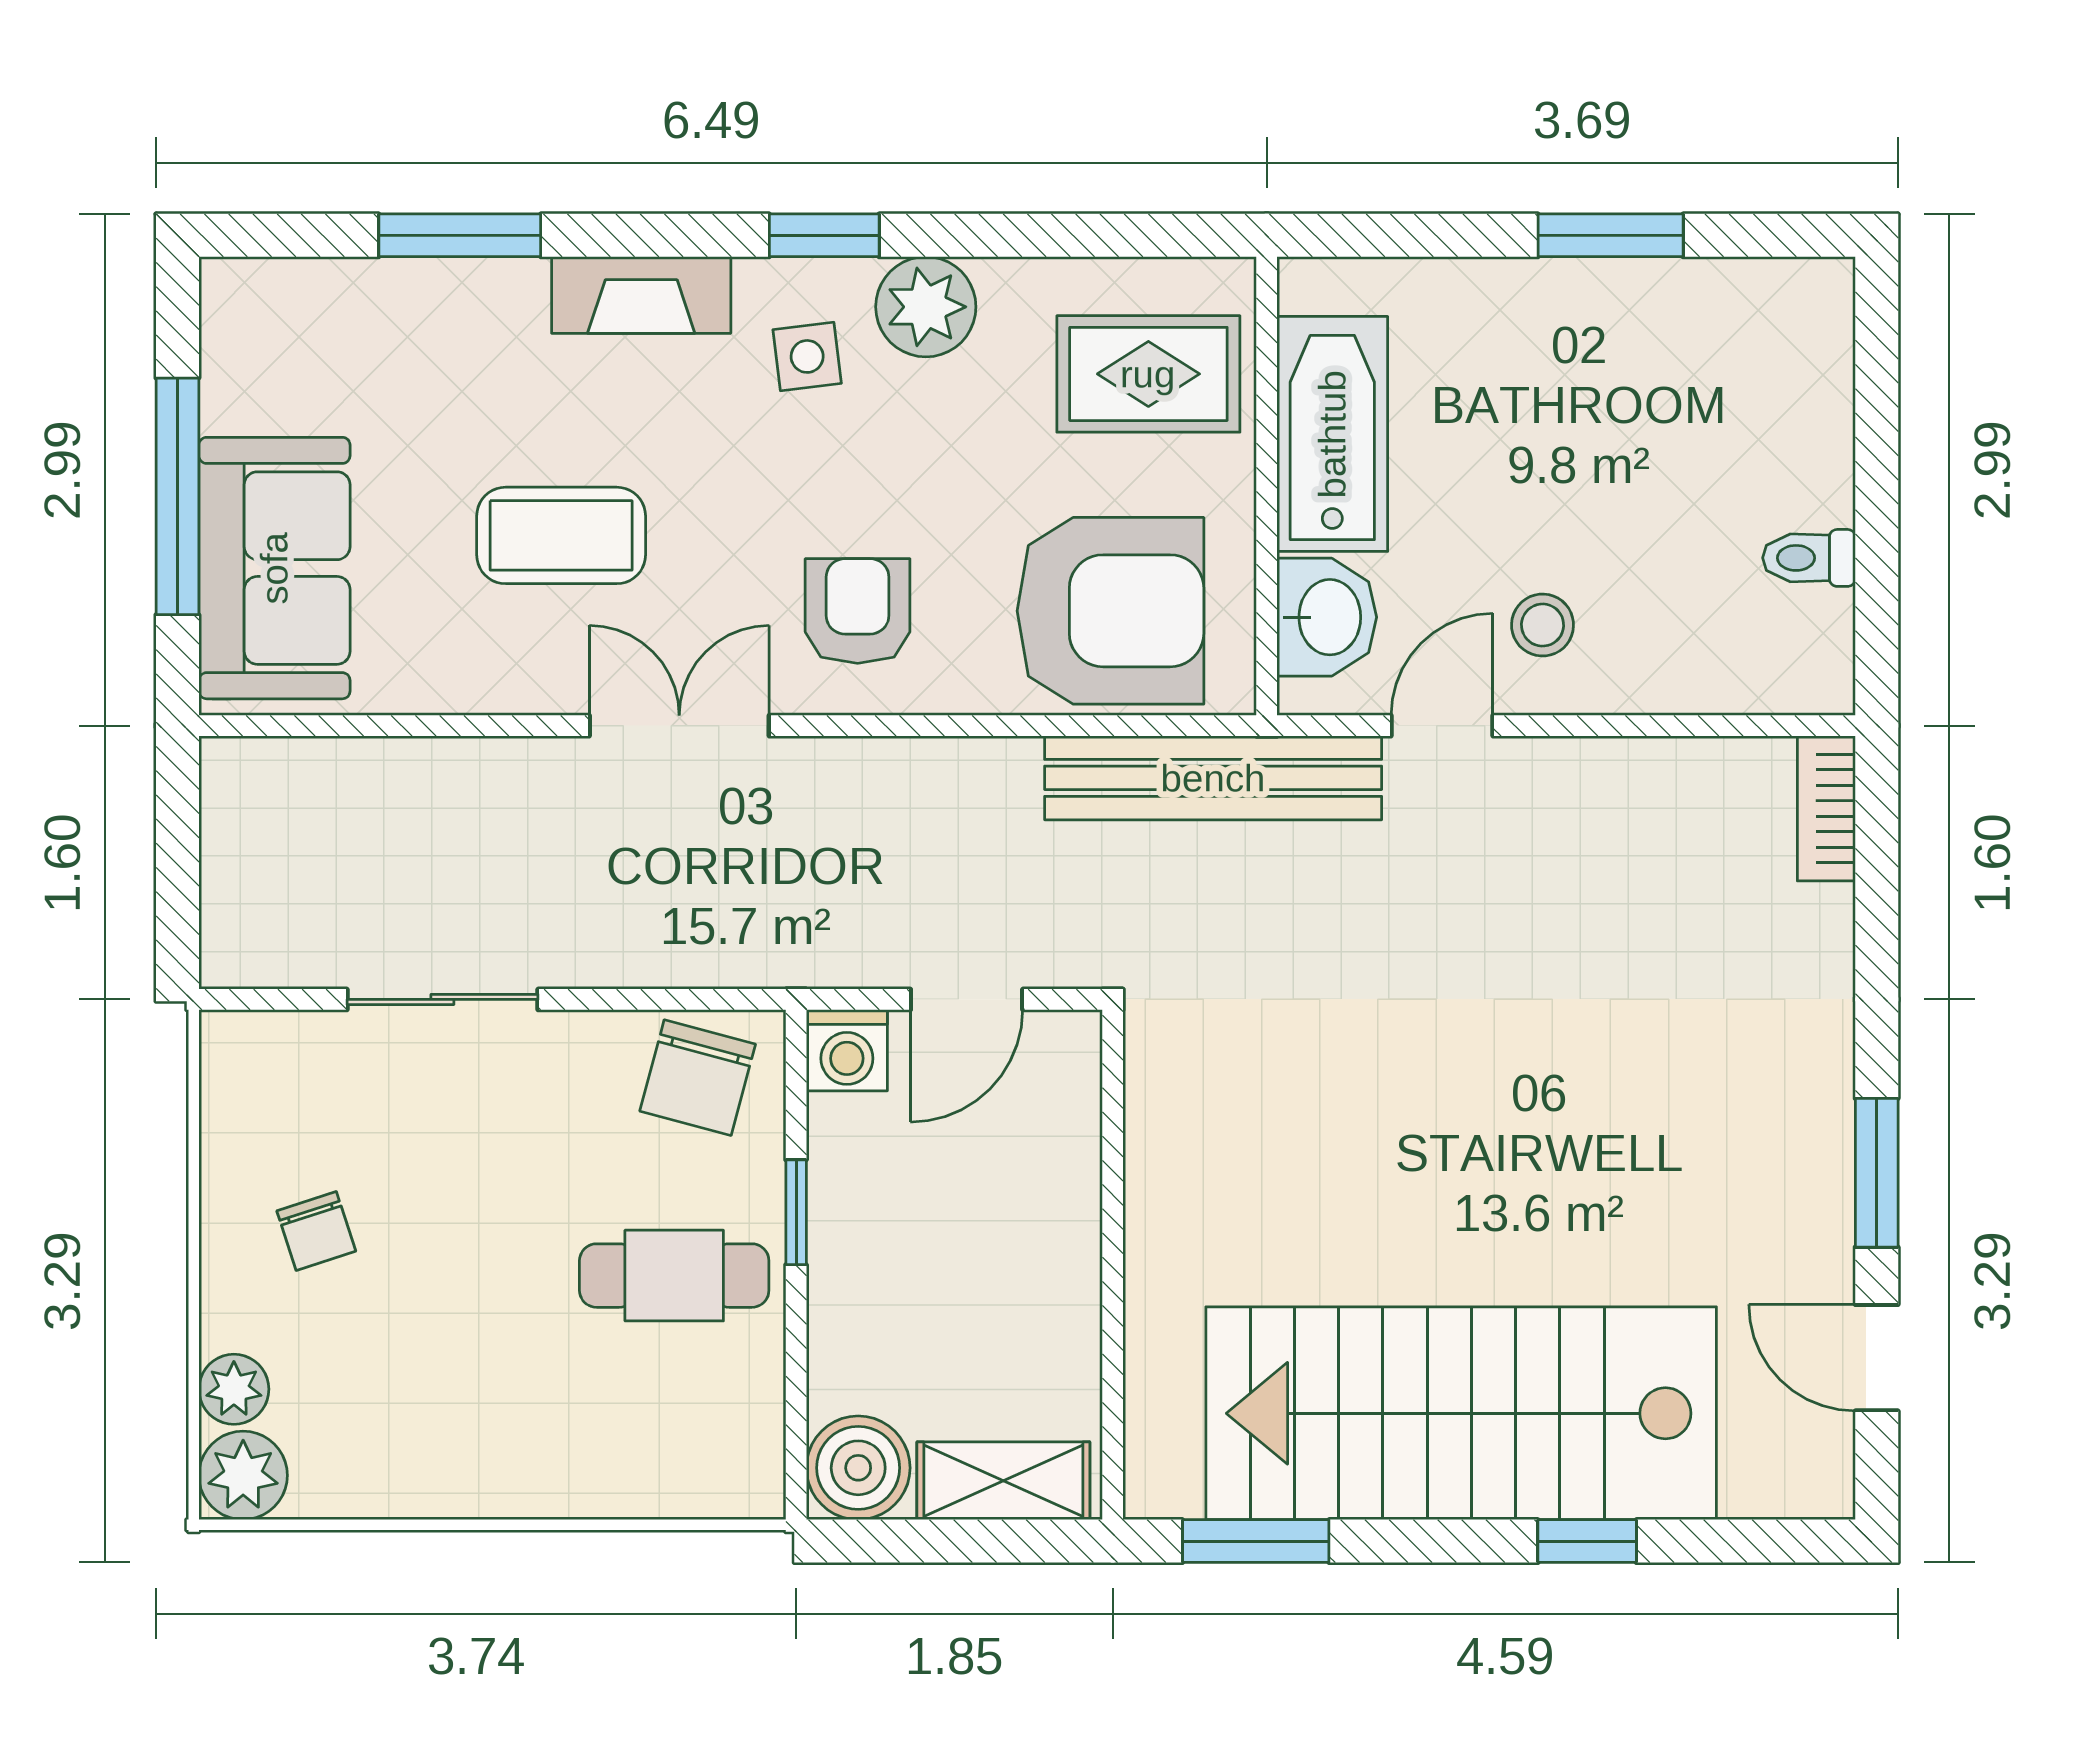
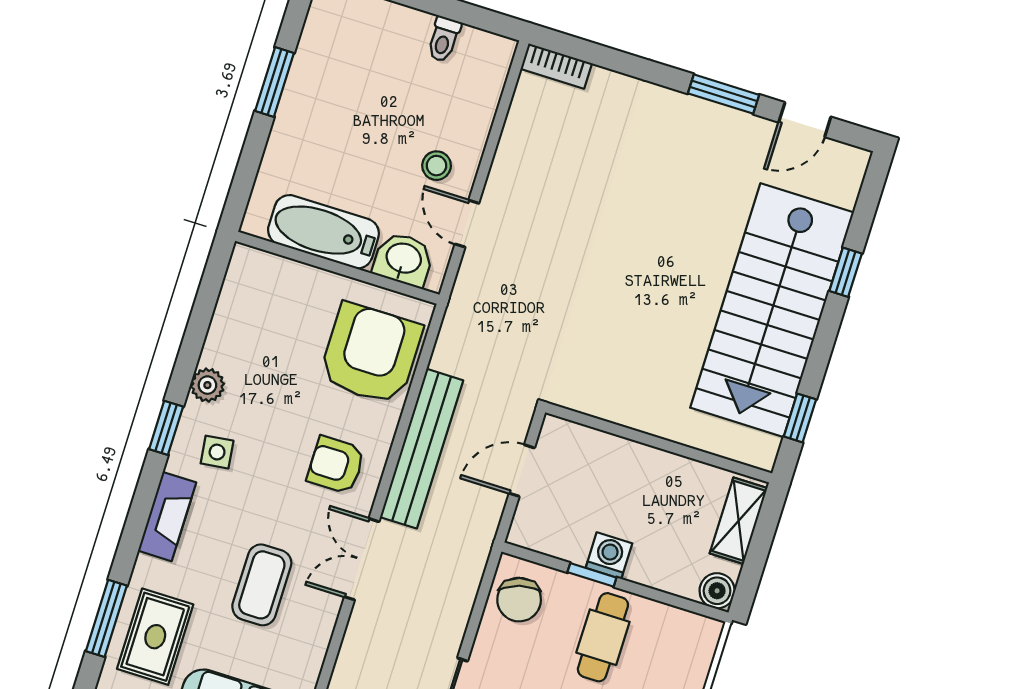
window: (460, 235) -> (106, 618), moved
plant: (926, 307) -> (207, 385), width x0.73, depth x0.73
rug: (1148, 374) -> (155, 637), moved
bench: (1213, 778) -> (422, 449), moved
door: (967, 999) -> (522, 471), swing flipped
washing machine: (847, 1050) -> (609, 556), moved, turned -90
chair: (698, 1078) -> (519, 600), turned 59
boiler: (858, 1468) -> (717, 591), width x0.73, depth x0.73
window: (1256, 1541) -> (800, 418), width x0.67

